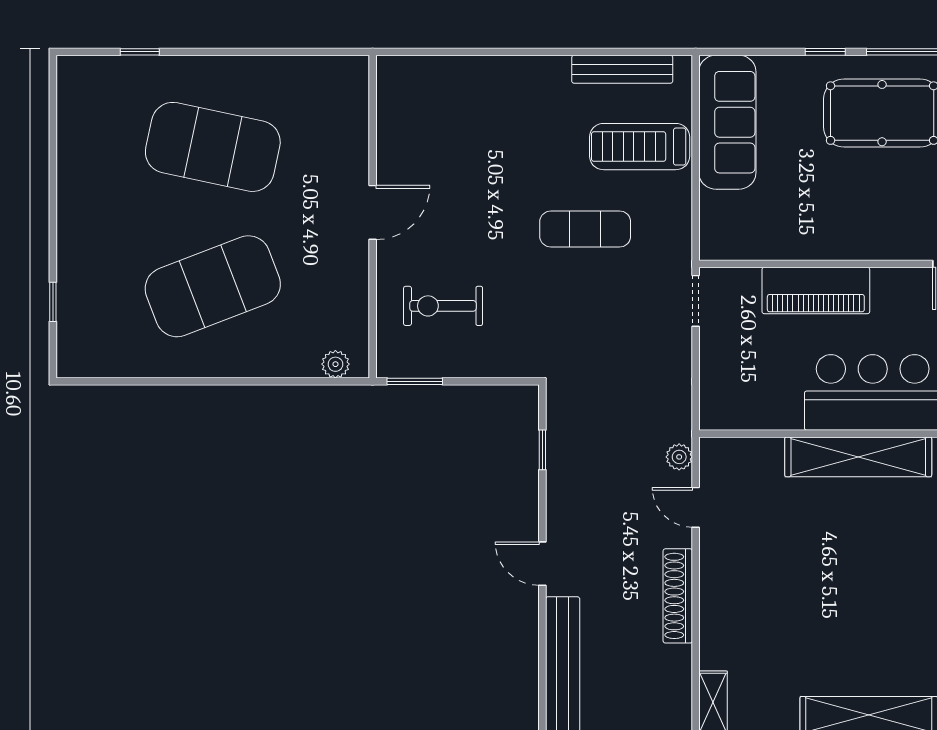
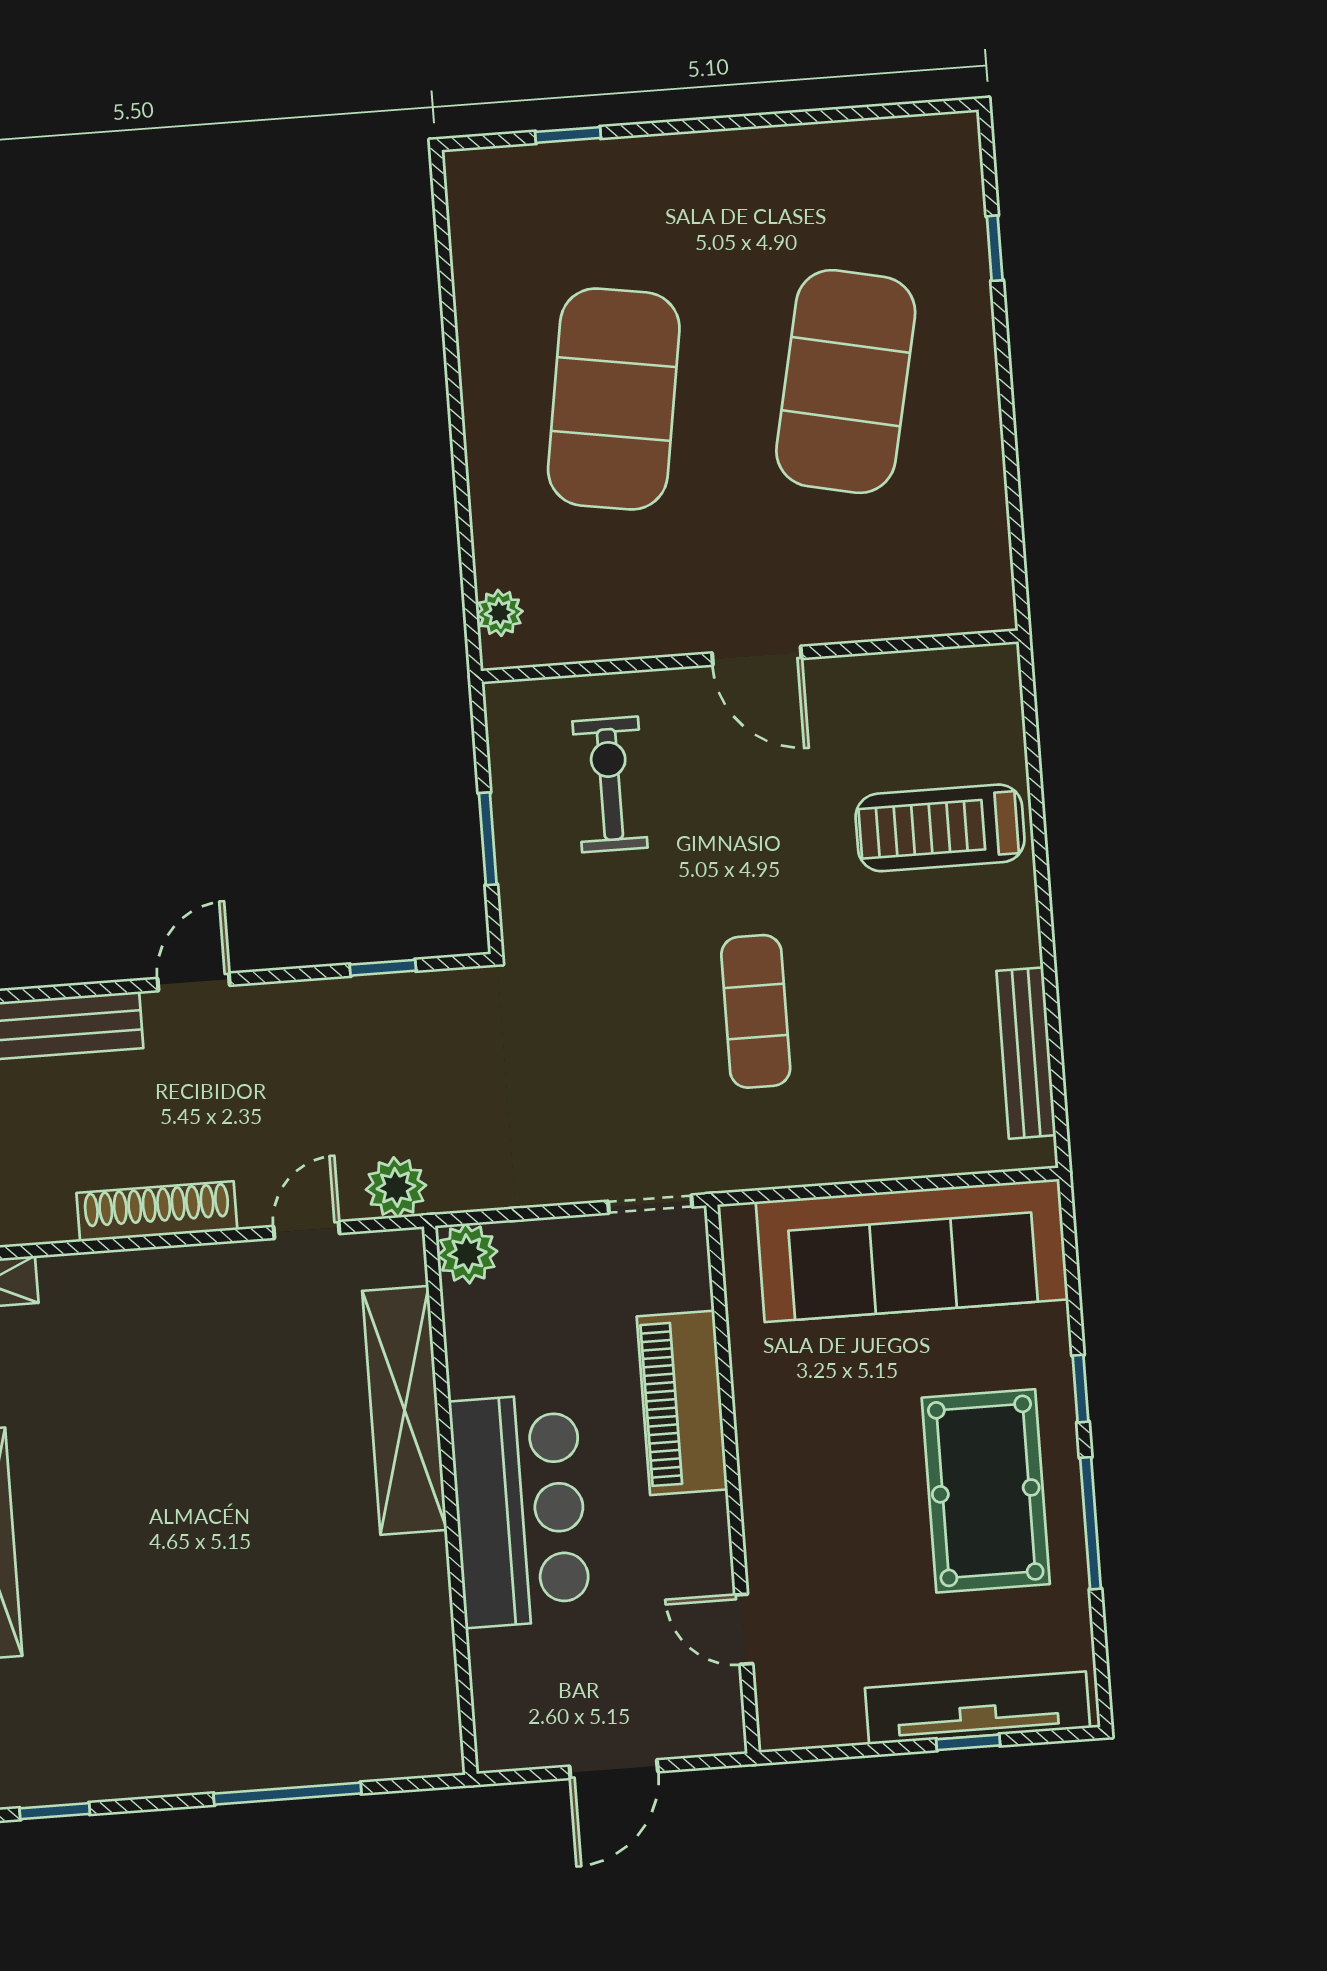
sofa: (727, 122) -> (912, 1251), width x1.36, depth x1.27
treadmill: (640, 147) -> (940, 828), moved, turned -90
exercise mat: (213, 286) -> (614, 399), turned 30
window: (415, 381) -> (488, 839), moved
plant: (717, 412) -> (467, 1253), added
plant: (679, 457) -> (396, 1187), width x1.38, depth x1.38
shelving: (858, 457) -> (405, 1410), moved

